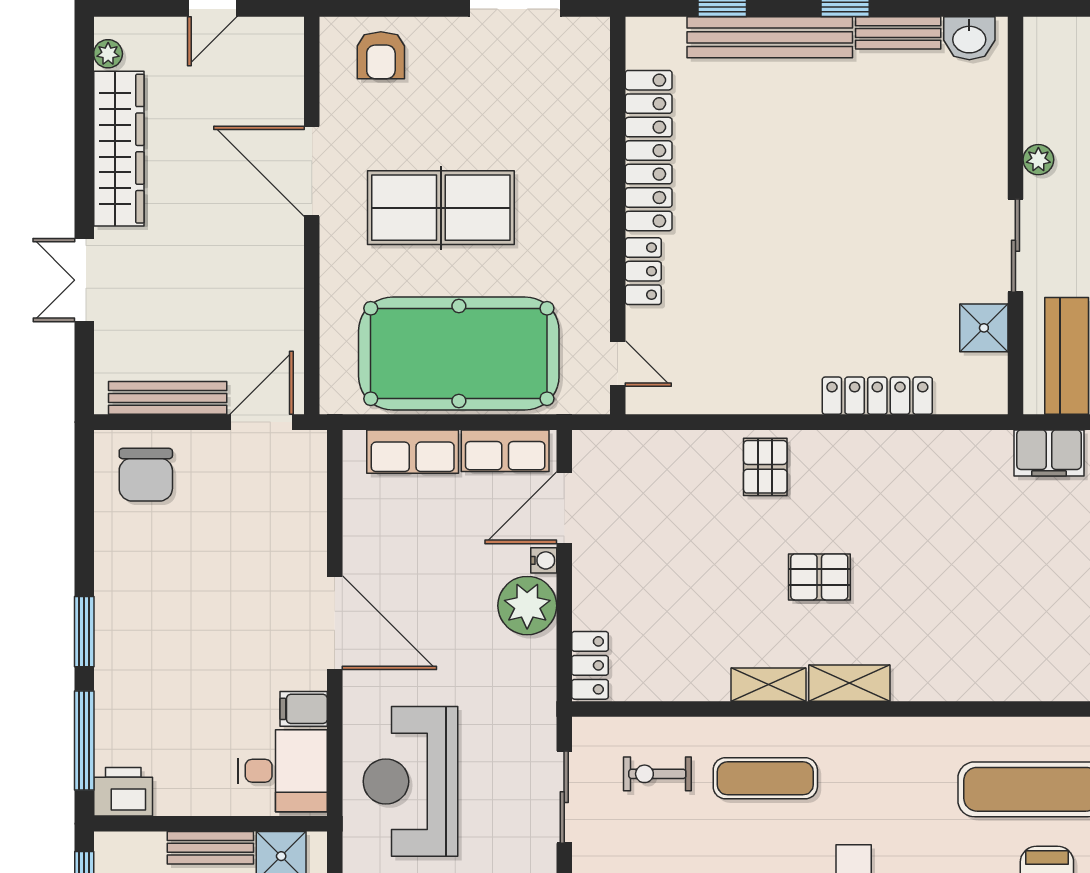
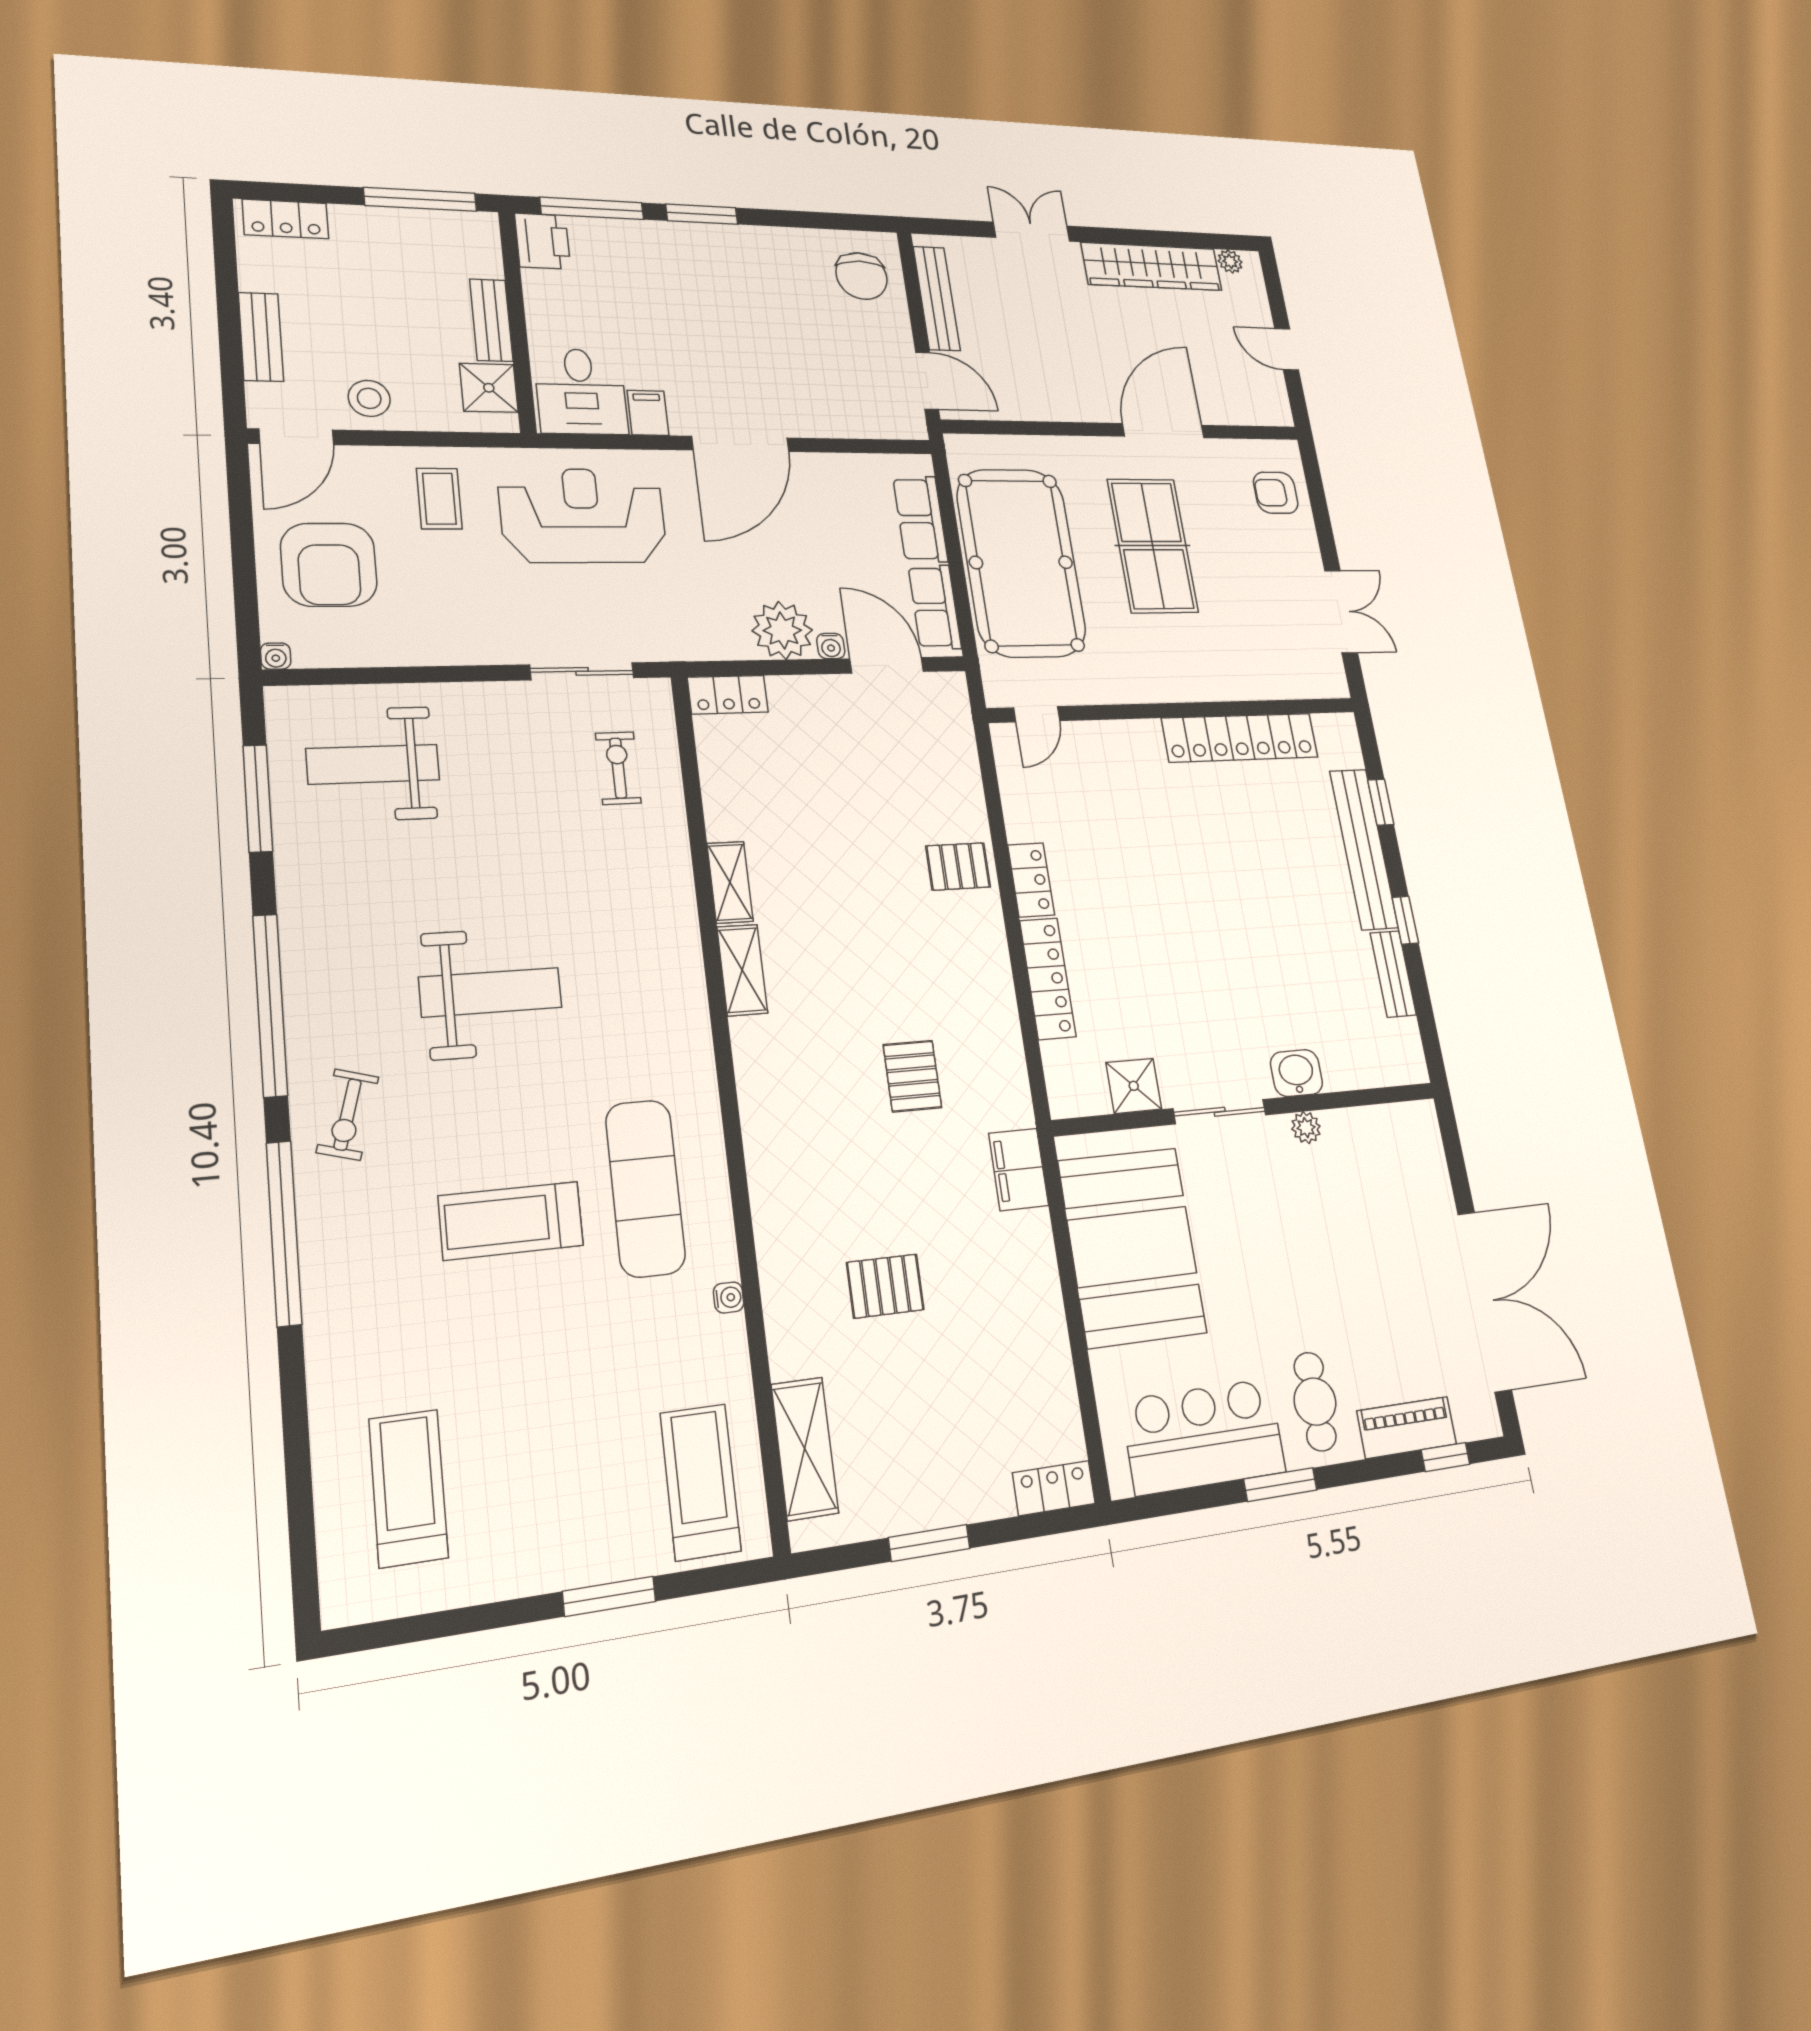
washbasin: (969, 38) -> (1296, 1073), moved, turned 90
locker: (643, 271) -> (1031, 880), moved, turned -90
chair: (146, 475) -> (862, 276), turned -90
pallet: (819, 577) -> (912, 1076), moved
exercise mat: (765, 778) -> (626, 884), removed

